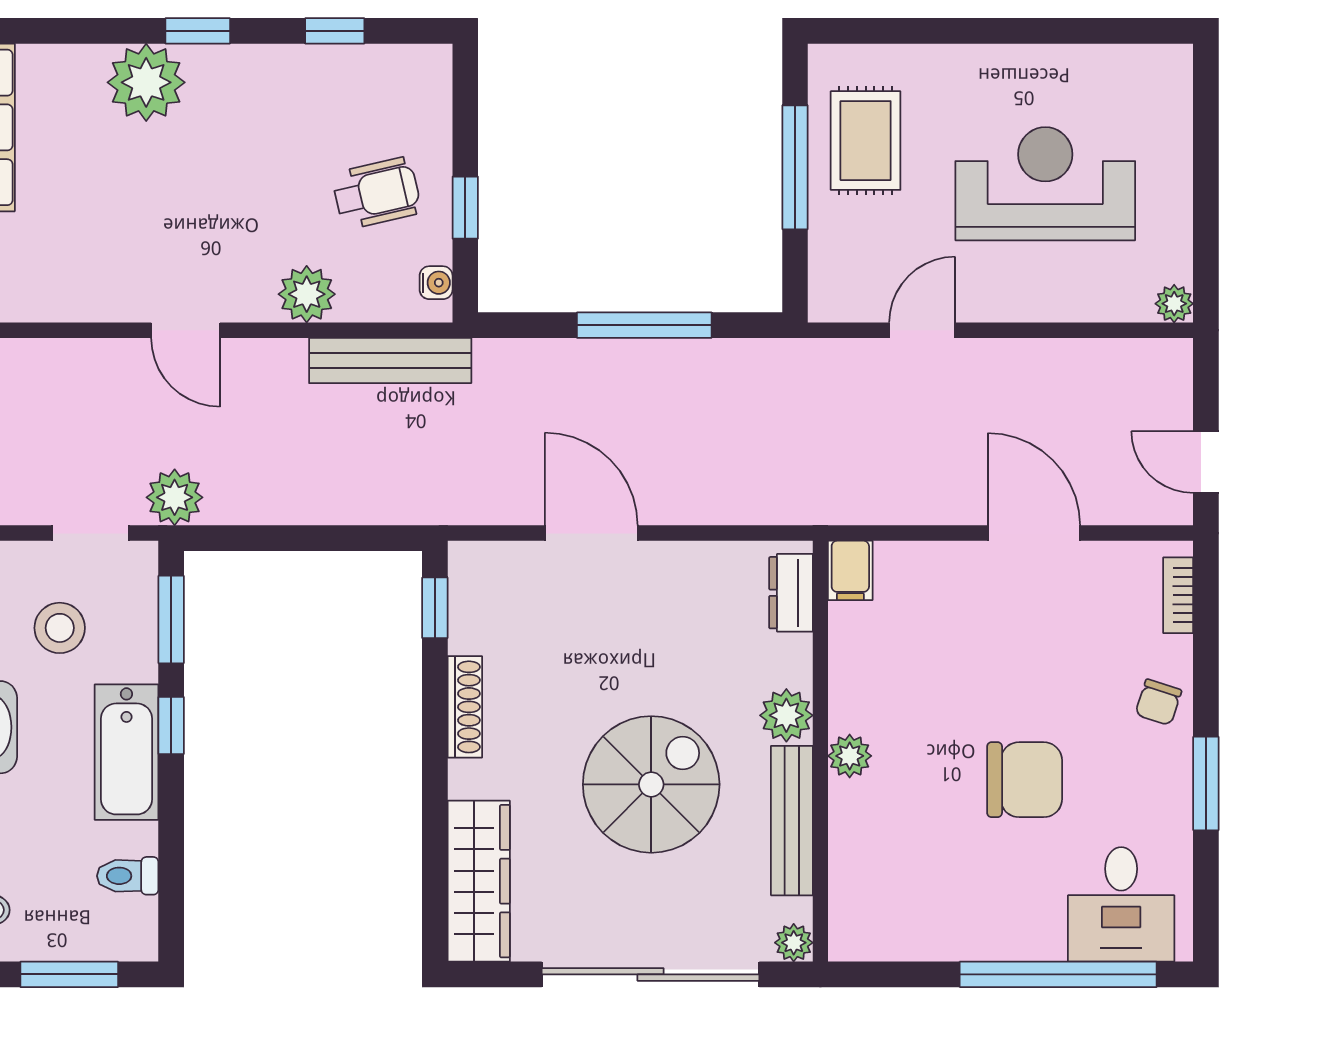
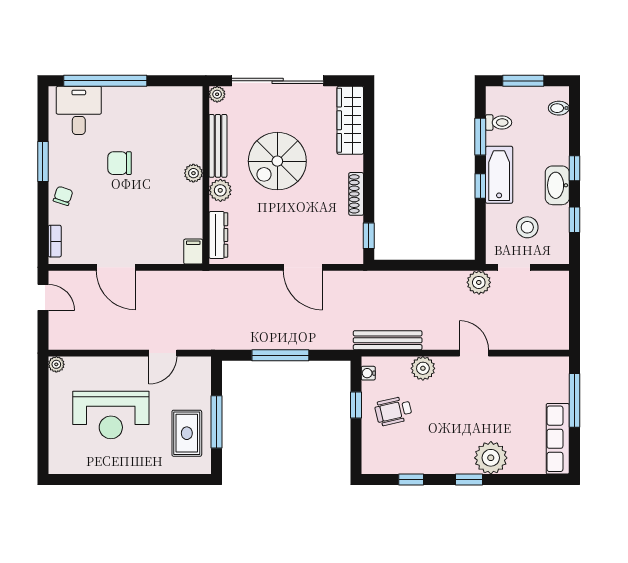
dresser: (791, 593) -> (218, 235), width x1.44
window: (171, 619) -> (480, 137), moved
chair: (1025, 780) -> (120, 163), width x0.73, depth x0.73

